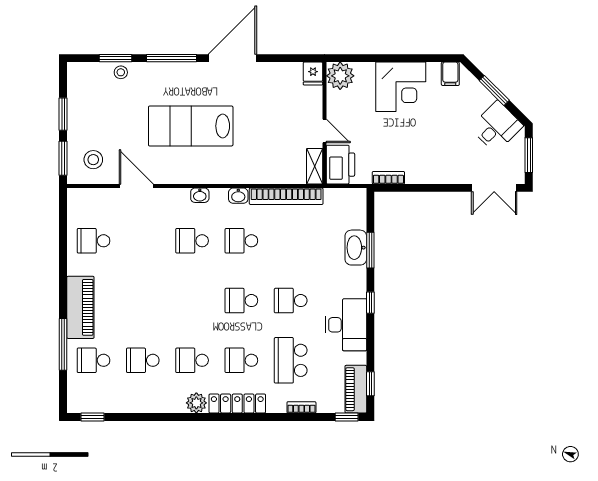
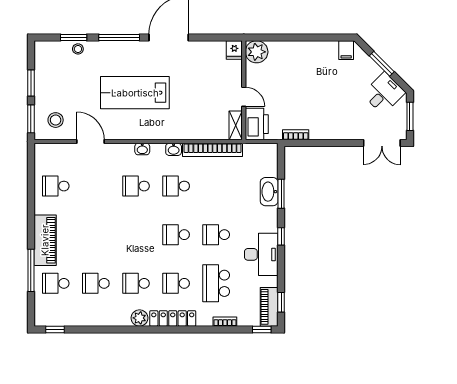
corner desk: (401, 87) -> (306, 61), removed

